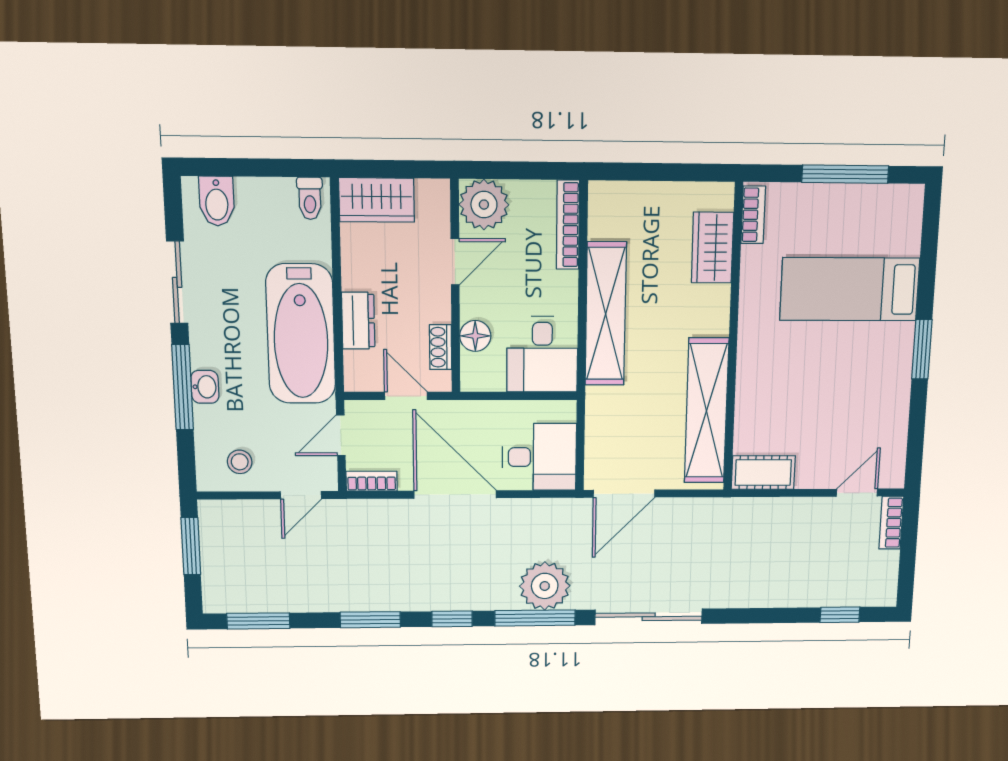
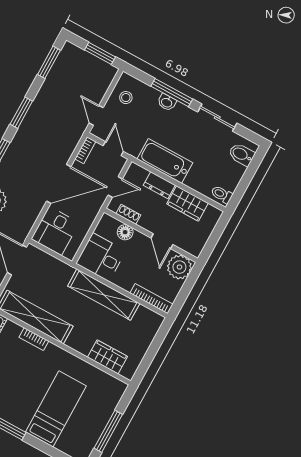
wardrobe: (377, 200) -> (187, 203), moved, turned -90
bookcase: (753, 215) -> (34, 339), moved
bathtub: (301, 334) -> (165, 161), width x0.73, depth x0.73

